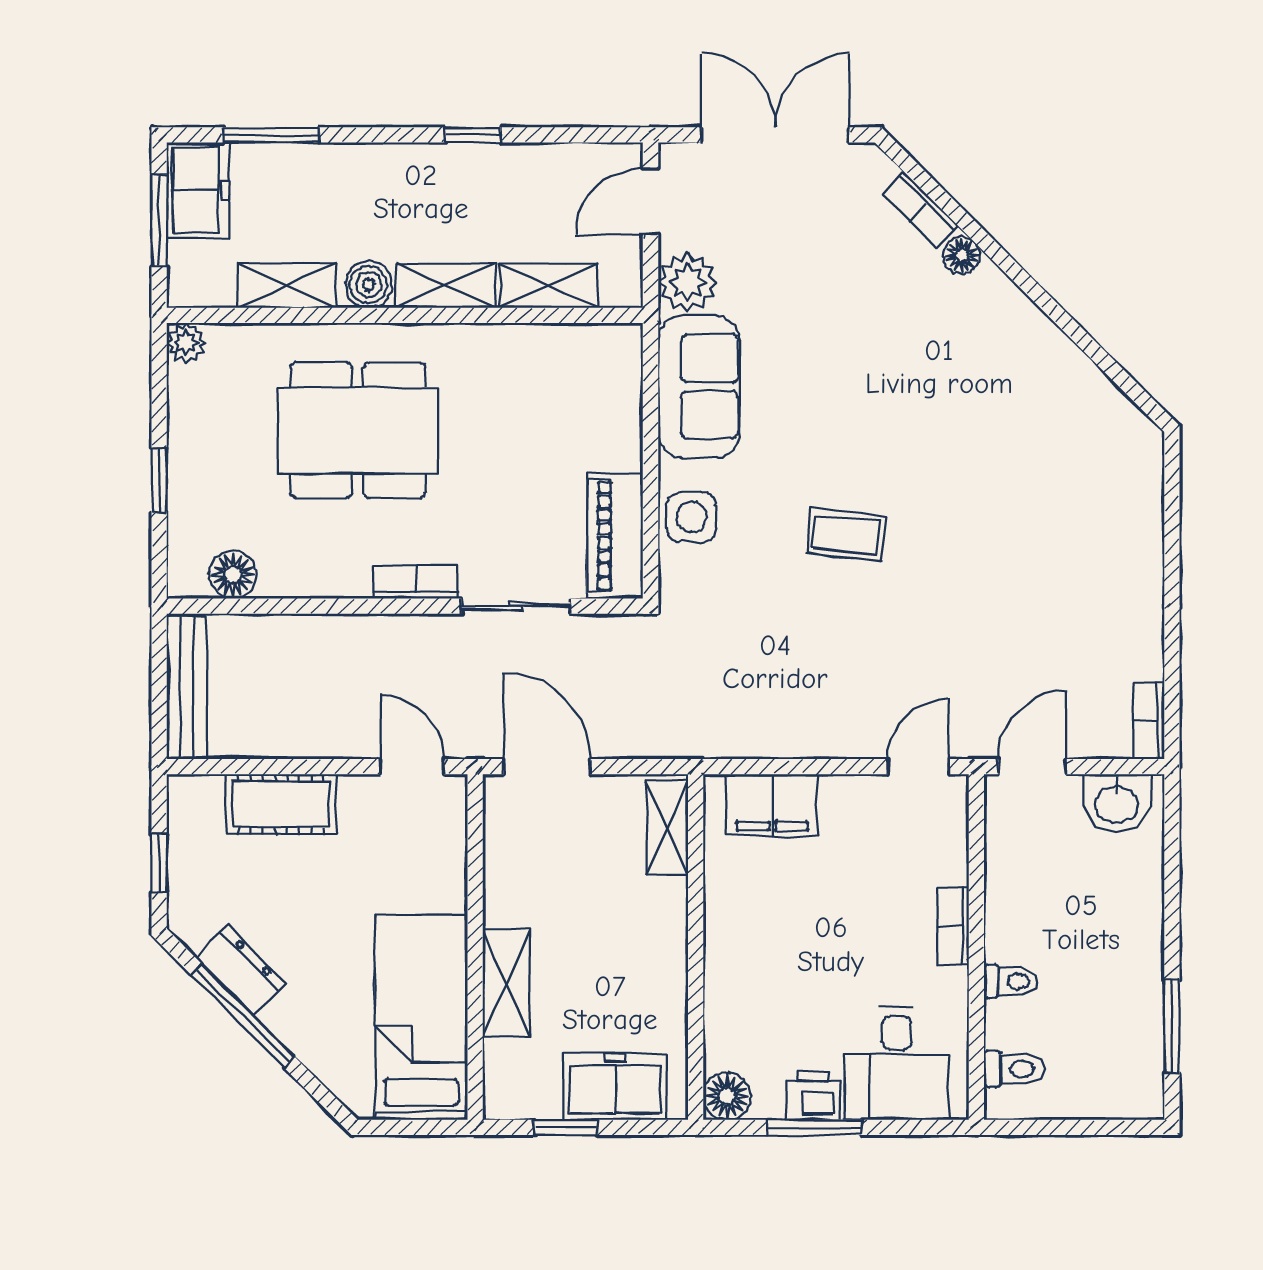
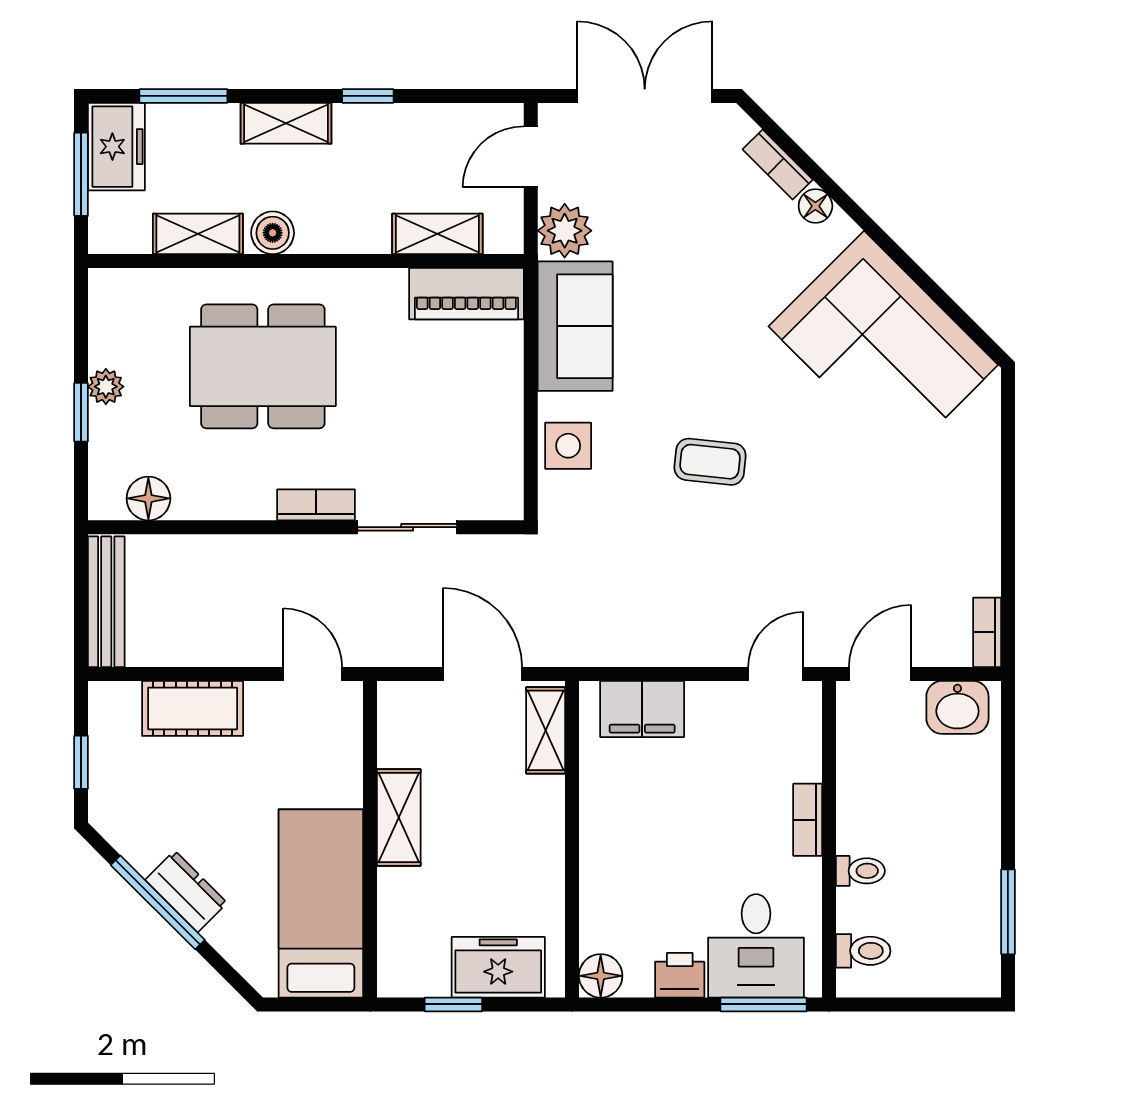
shelving: (446, 286) -> (286, 123), moved
plant: (186, 343) -> (106, 387), moved
corner sofa: (1036, 408) -> (883, 346), added
piano: (615, 536) -> (466, 294), moved, turned -90
door: (547, 767) -> (482, 674), moved
dresser: (241, 971) -> (186, 891), moved
shelving: (506, 983) -> (399, 818), moved
window: (815, 1127) -> (764, 1004), moved

